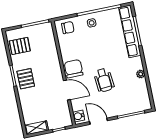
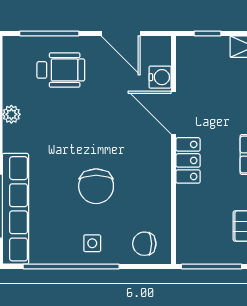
chair: (74, 69) -> (96, 186), moved
locker: (56, 70) -> (188, 160), added
wheelchair: (104, 80) -> (61, 70), moved, turned 95
water cooler: (79, 116) -> (160, 77), moved

